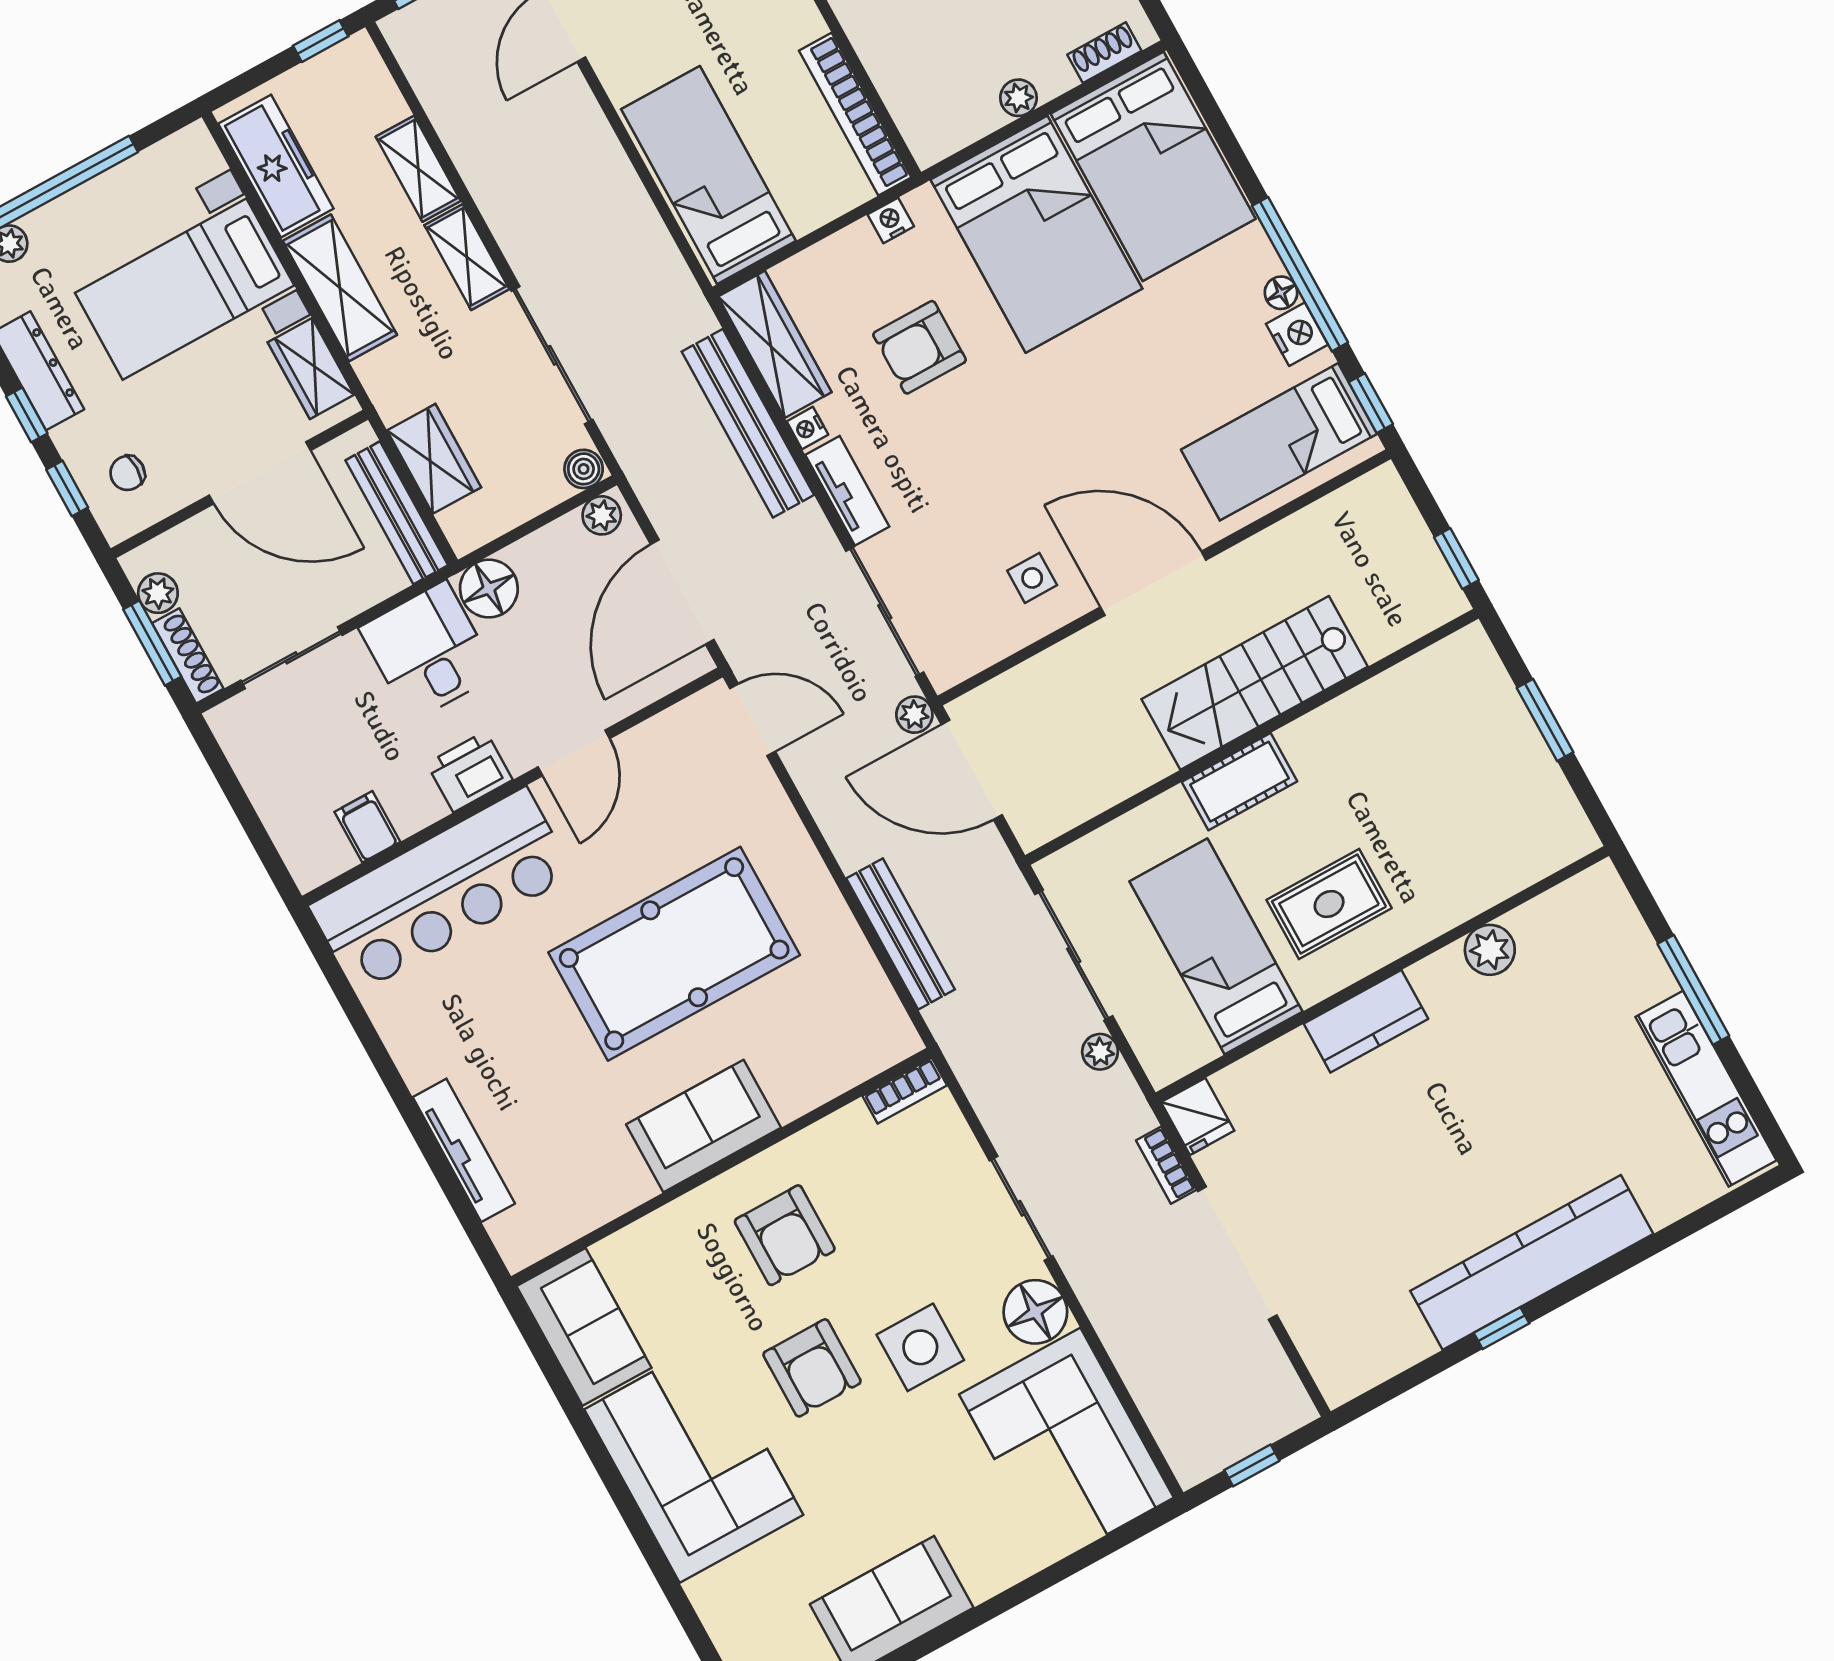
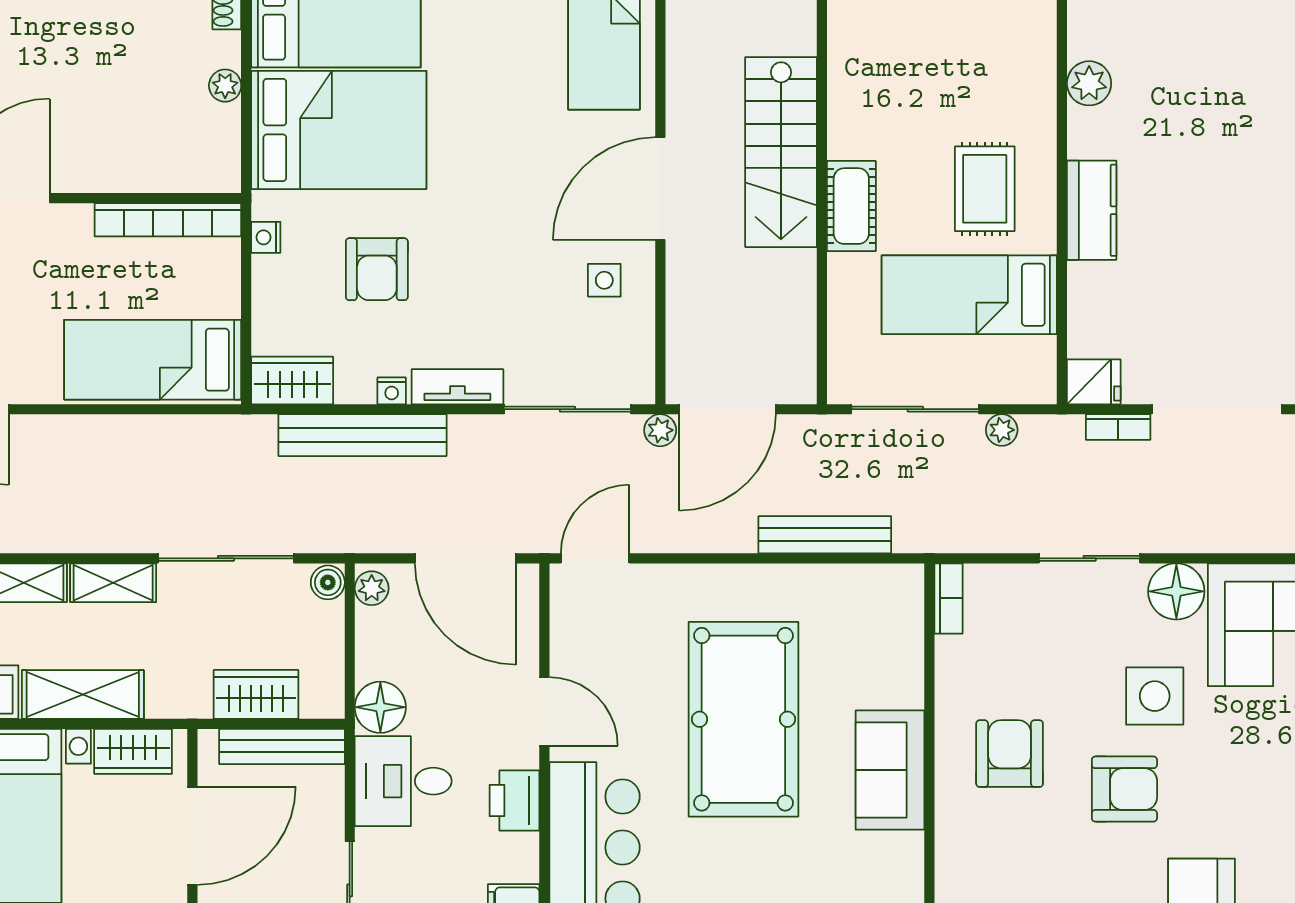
wardrobe: (775, 344) -> (292, 380), width x0.67
armchair: (785, 1235) -> (1010, 754), turned -90

